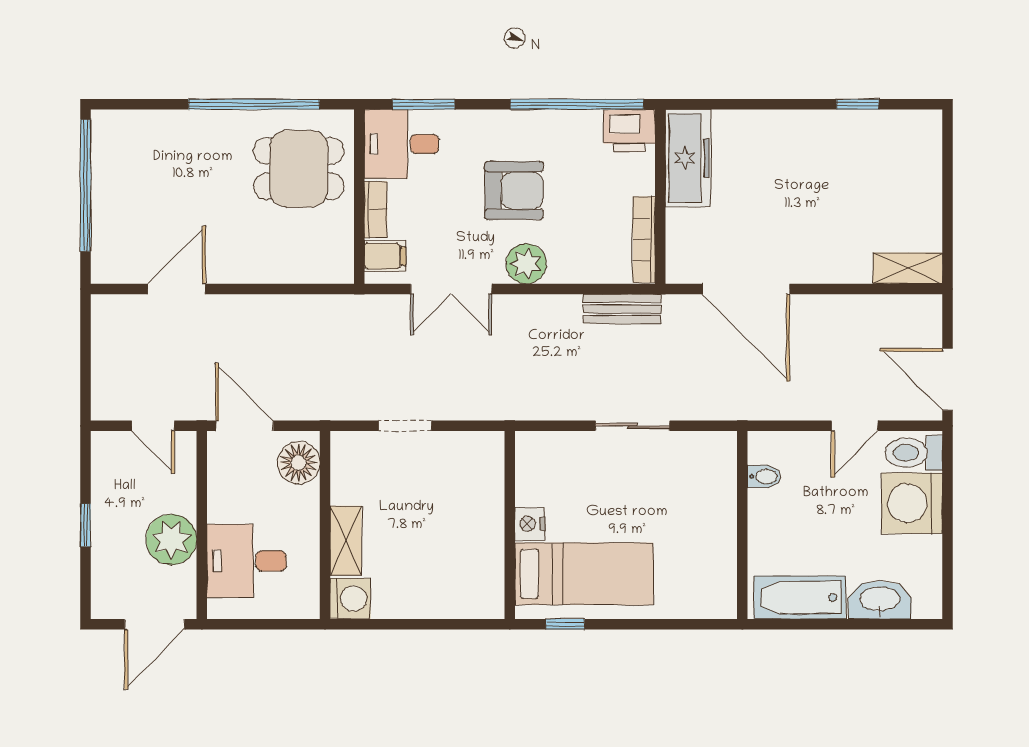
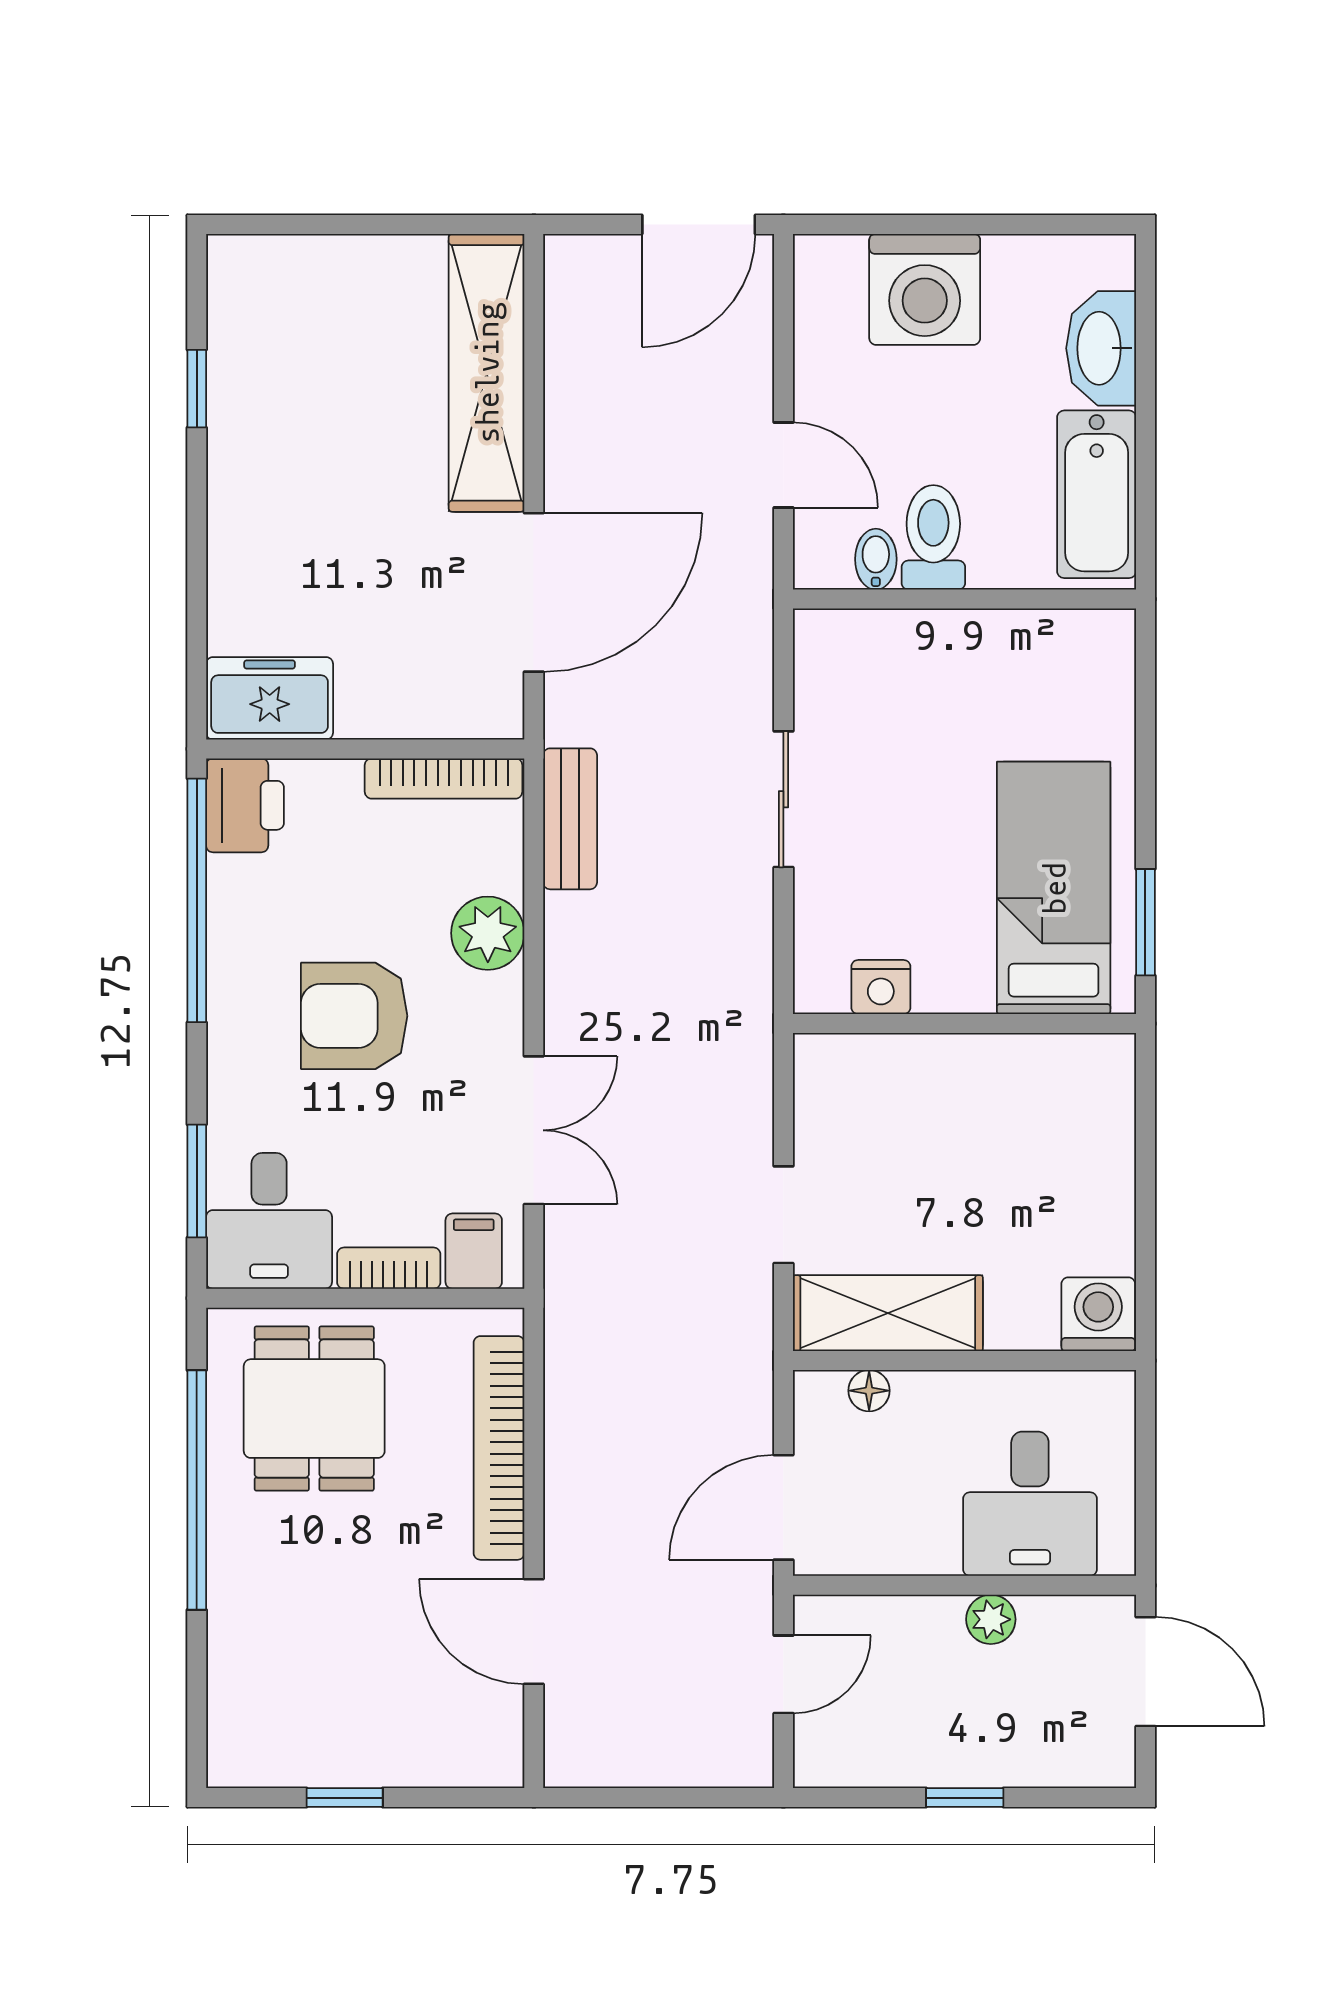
freezer: (688, 158) -> (270, 698), width x0.71
window: (86, 185) -> (345, 1798), width x0.32
armchair: (514, 191) -> (354, 1016), turned -90
plant: (526, 264) -> (488, 933), moved
shelving: (908, 268) -> (487, 373), width x2.20, depth x1.33
bookcase: (277, 270) -> (499, 1448), added
door: (855, 426) -> (783, 465), moved
toilet: (914, 453) -> (933, 537), moved, turned 180
floor lamp: (299, 463) -> (869, 1391), width x0.53, depth x0.53
nightstand: (530, 524) -> (881, 987), moved
plant: (171, 539) -> (991, 1619), width x0.53, depth x0.53
shelving: (346, 541) -> (888, 1313), moved, width x1.50, depth x1.33
window: (565, 624) -> (1145, 922), width x1.50

